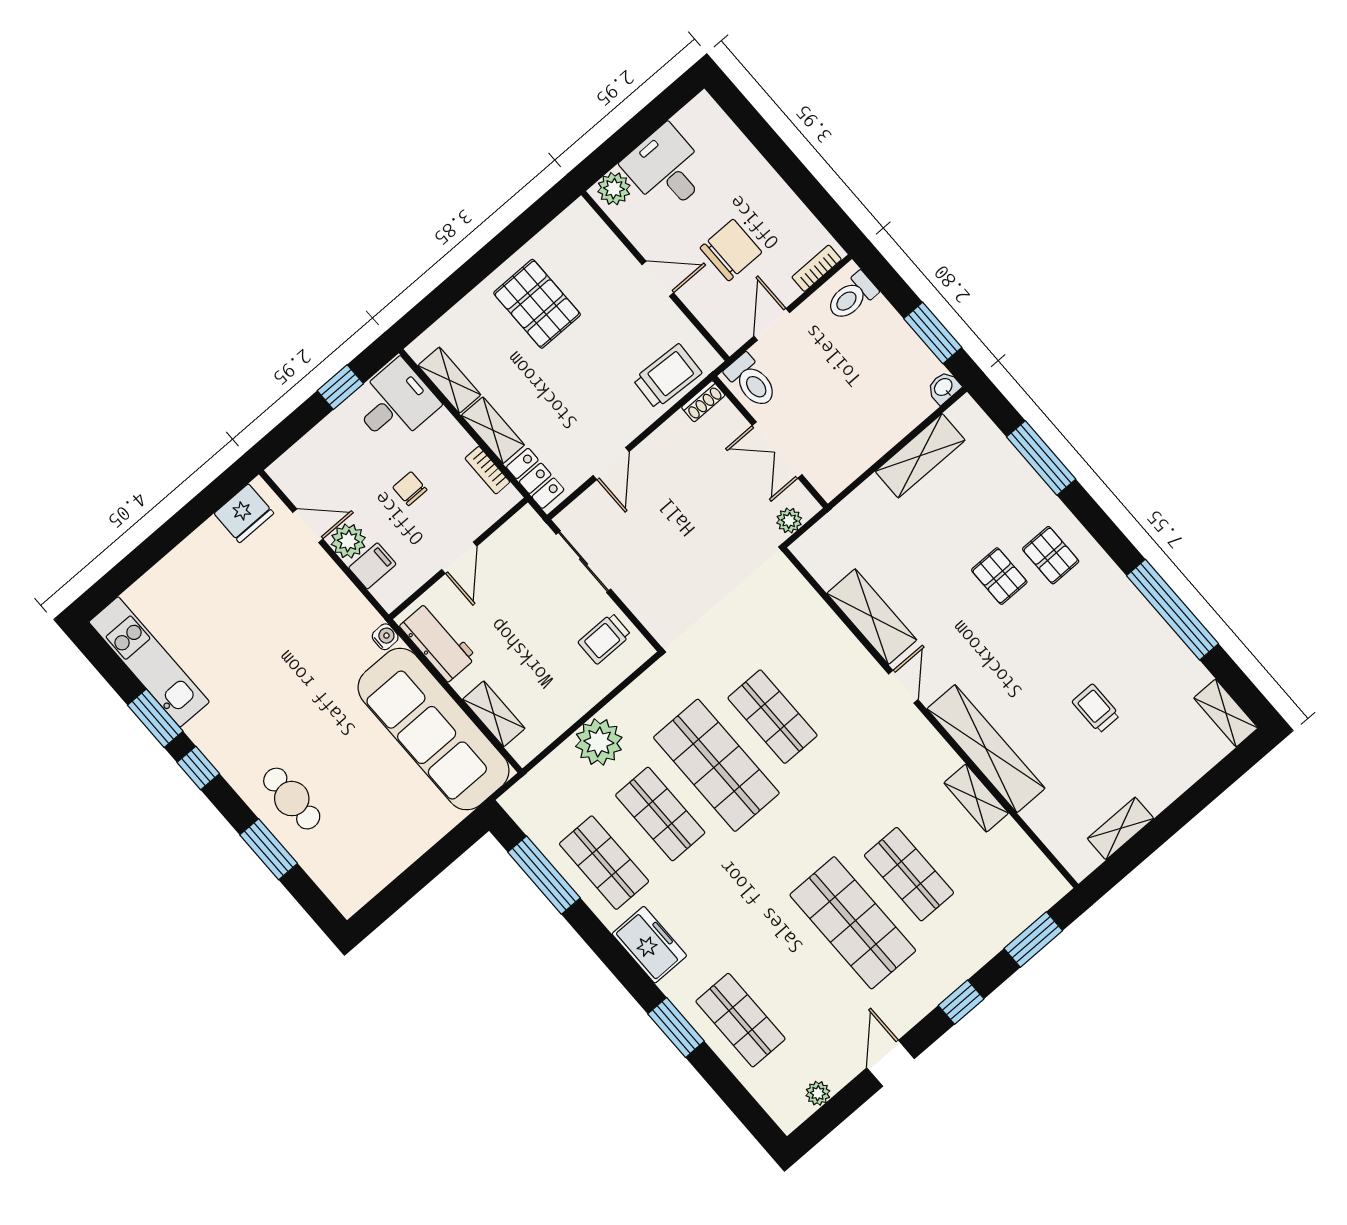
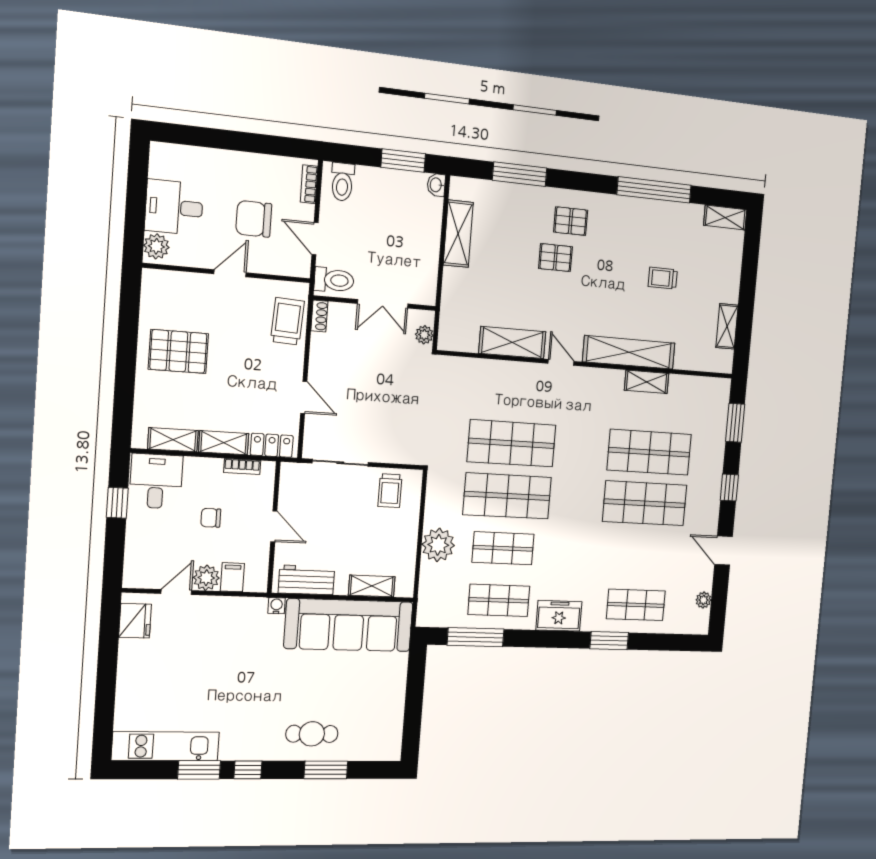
chair: (731, 250) -> (254, 219), turned -90
shop shelf: (773, 717) -> (512, 443), width x1.43, depth x1.36
shop shelf: (909, 874) -> (649, 452), width x1.43, depth x1.36

